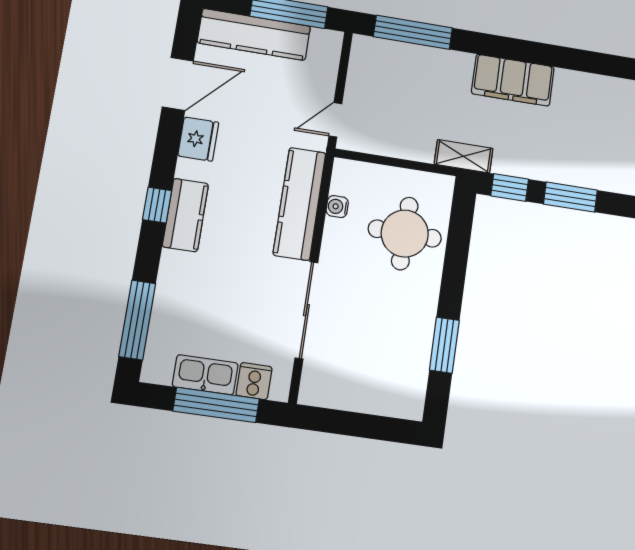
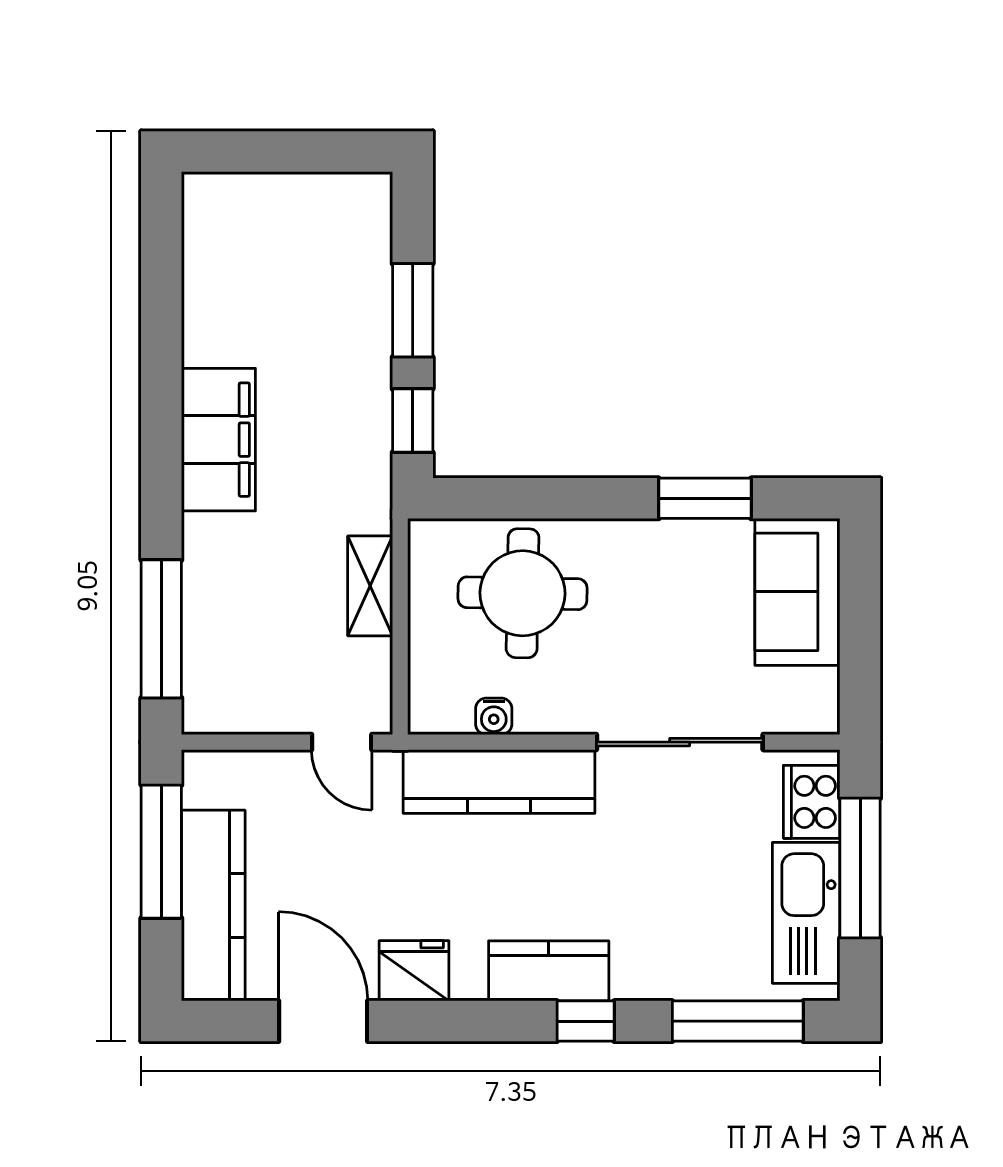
shelving: (464, 156) -> (370, 586), moved
window: (157, 205) -> (586, 1021), moved
kitchen sink: (205, 375) -> (806, 913), width x1.36, depth x1.24
cooker: (254, 381) -> (812, 802), width x1.36
sofa: (383, 391) -> (797, 592), added

